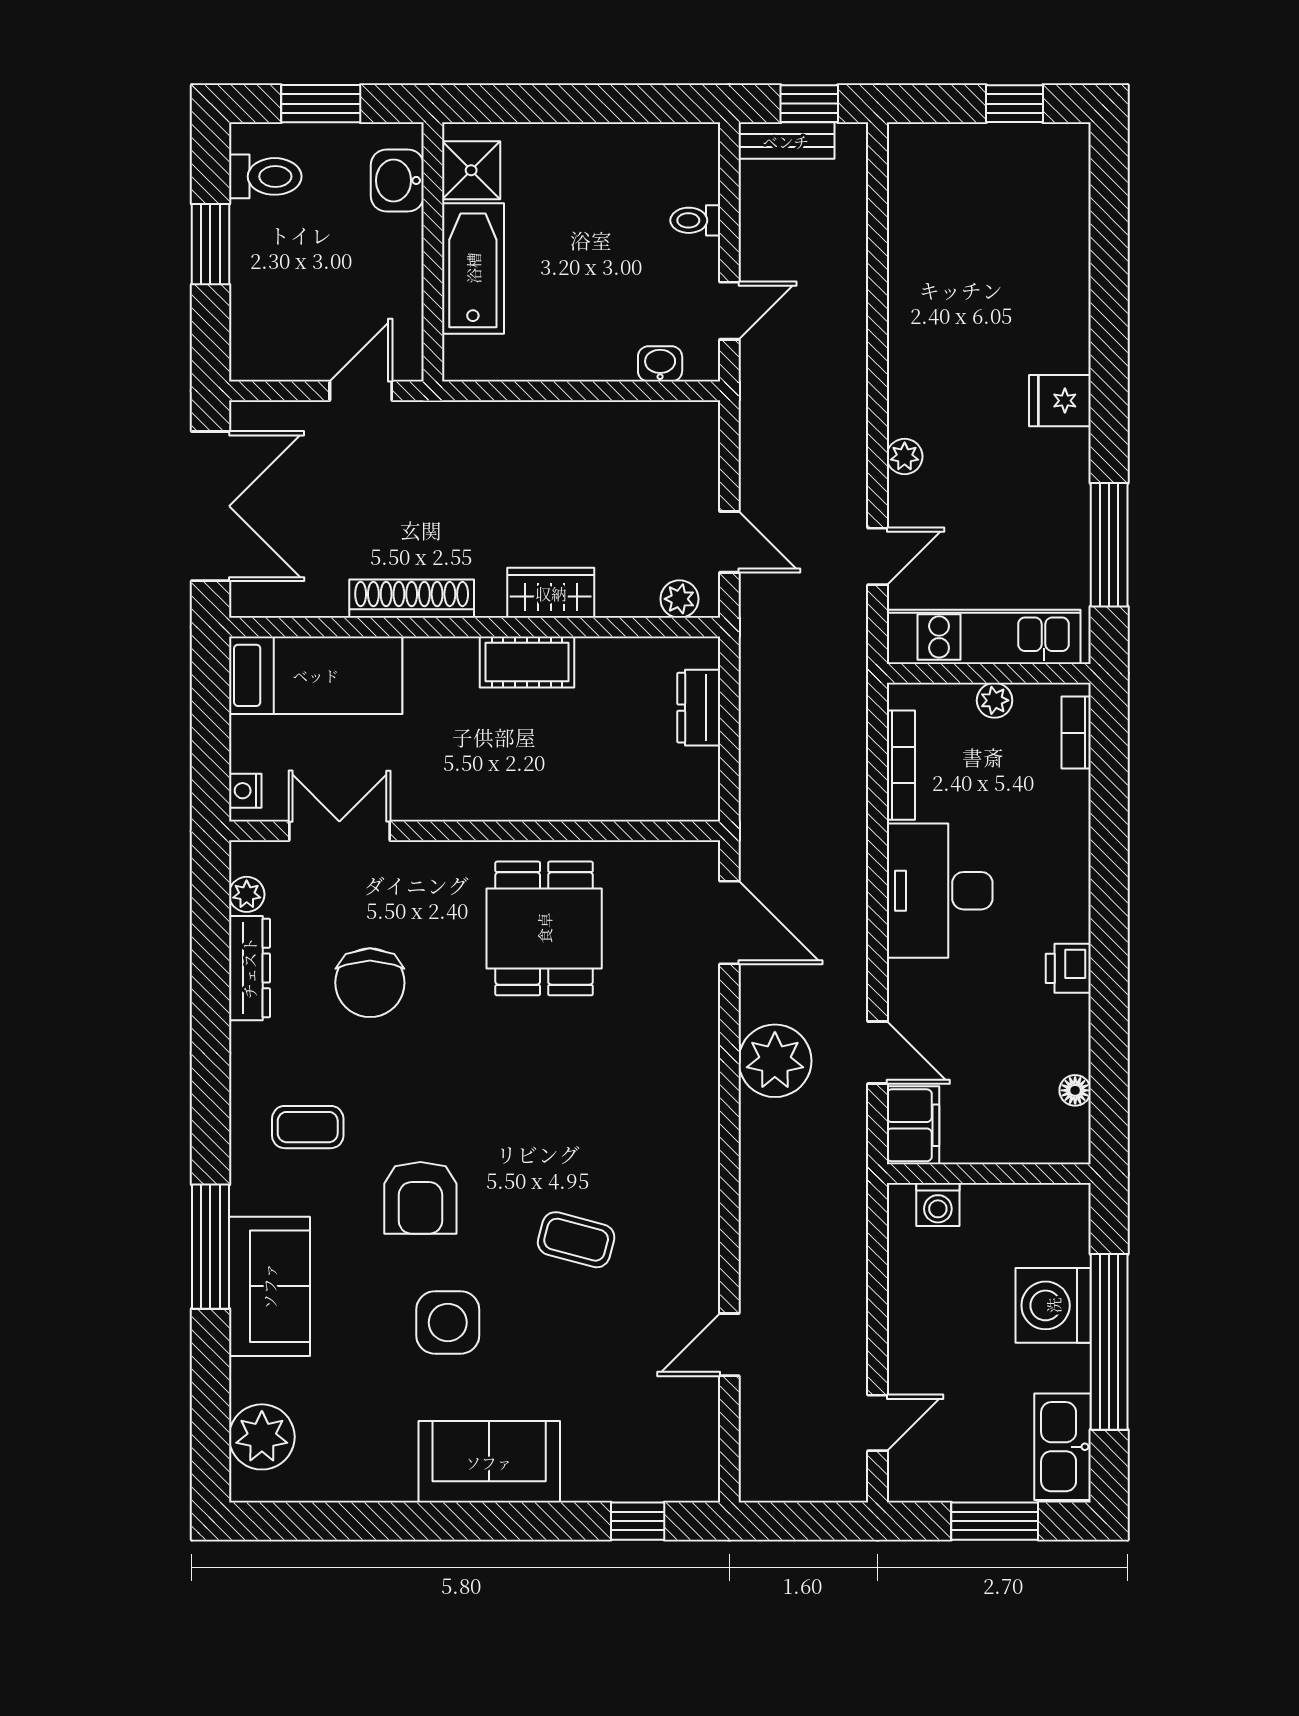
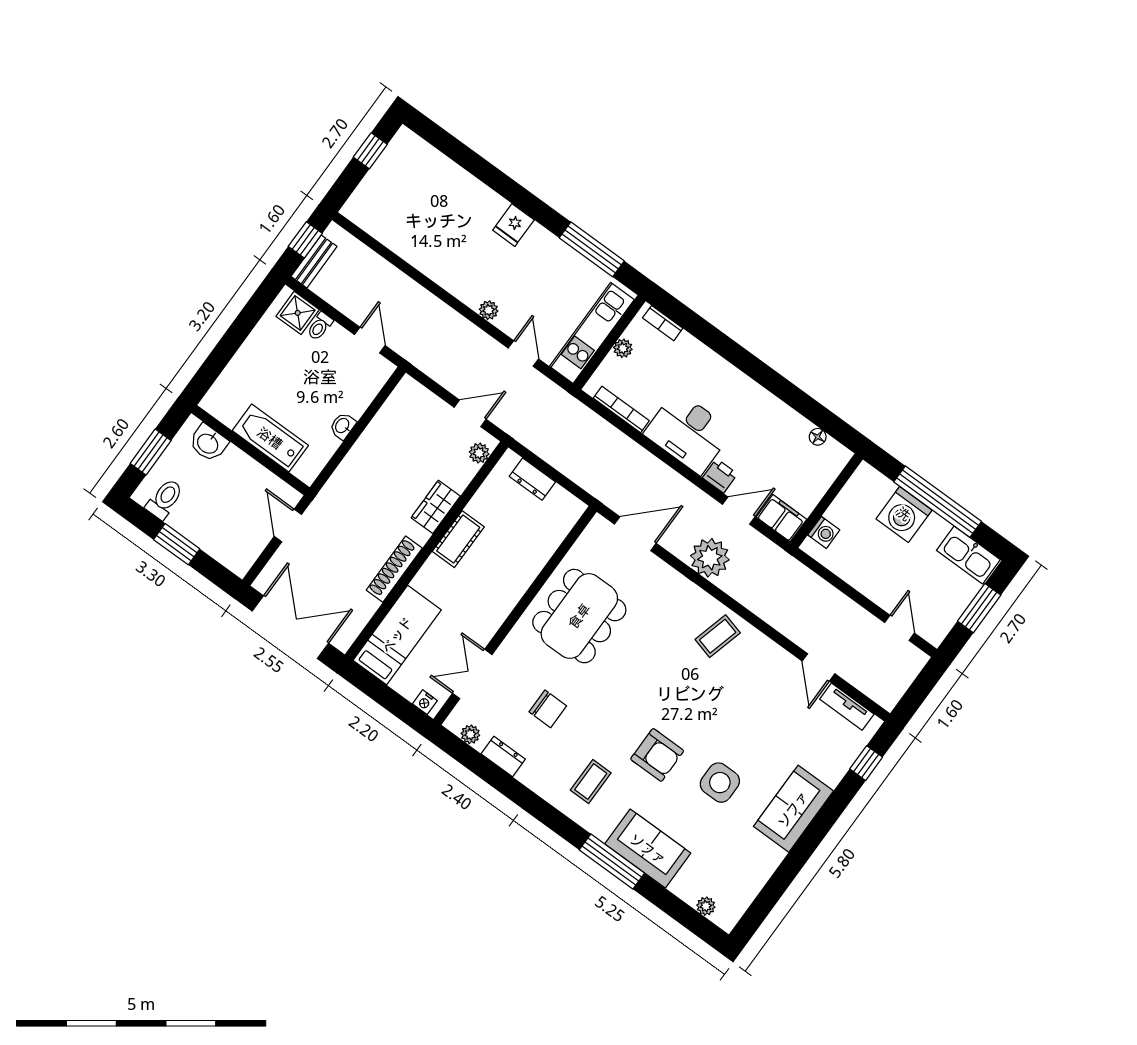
shower: (471, 170) -> (298, 313), moved
washbasin: (660, 364) -> (343, 426), moved
dining table: (544, 928) -> (579, 616), width x1.38
dresser: (249, 968) -> (503, 756), width x0.70
printer: (1068, 968) -> (720, 476), moved, turned 180
chair: (370, 983) -> (548, 709), width x0.73, depth x0.73
coffee table: (576, 1240) -> (718, 636), moved
tv unit: (701, 1430) -> (847, 707), added
plant: (262, 1437) -> (706, 906), width x0.53, depth x0.53

